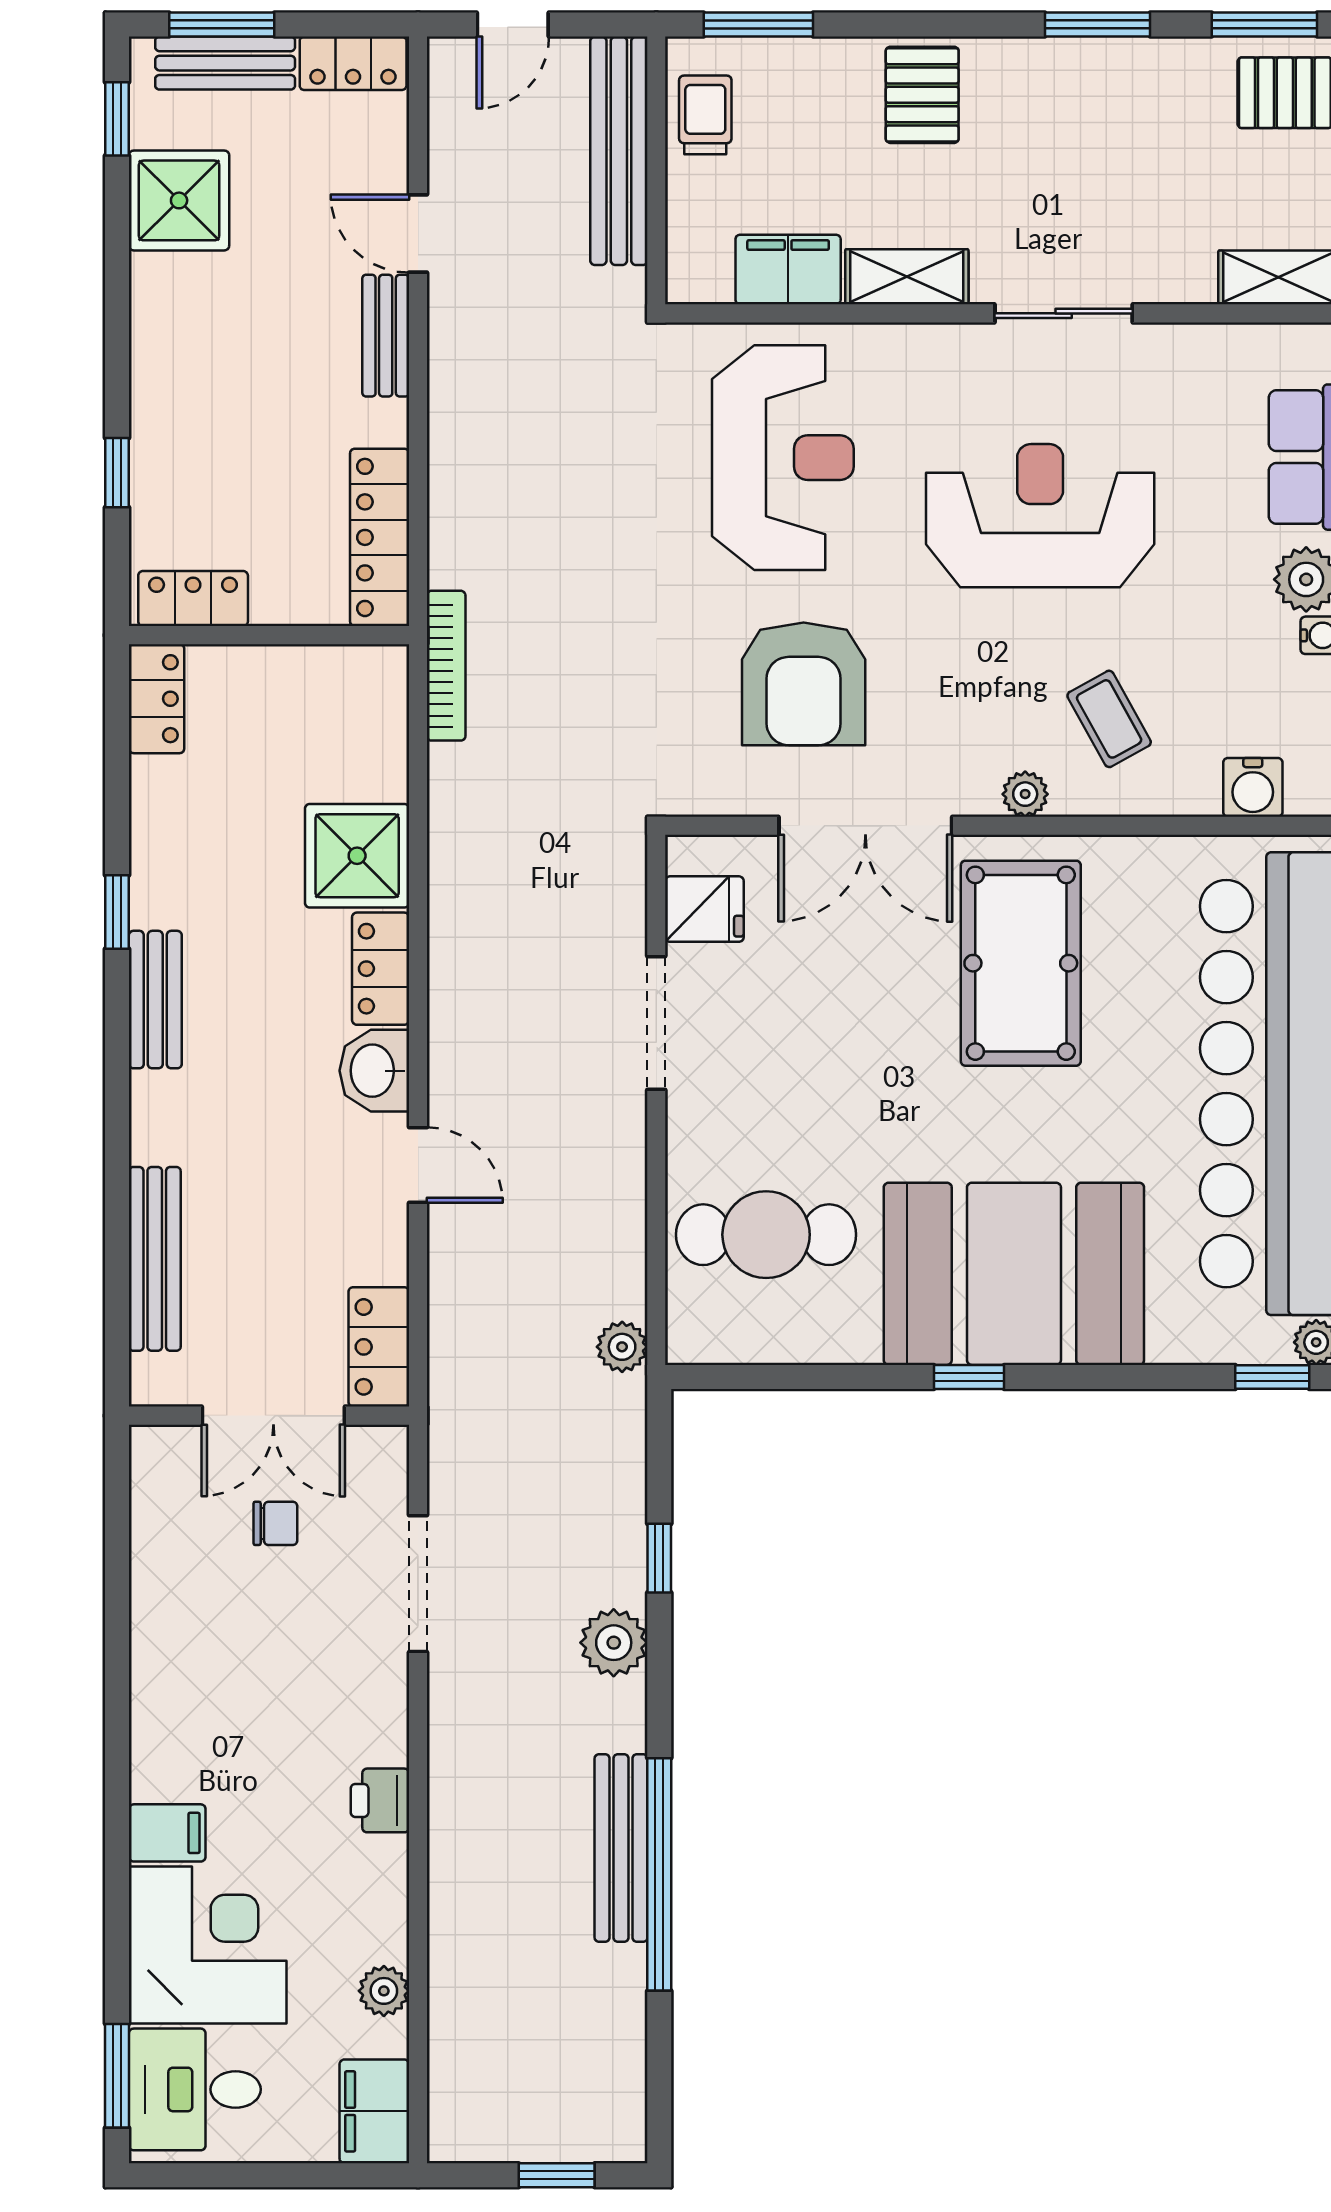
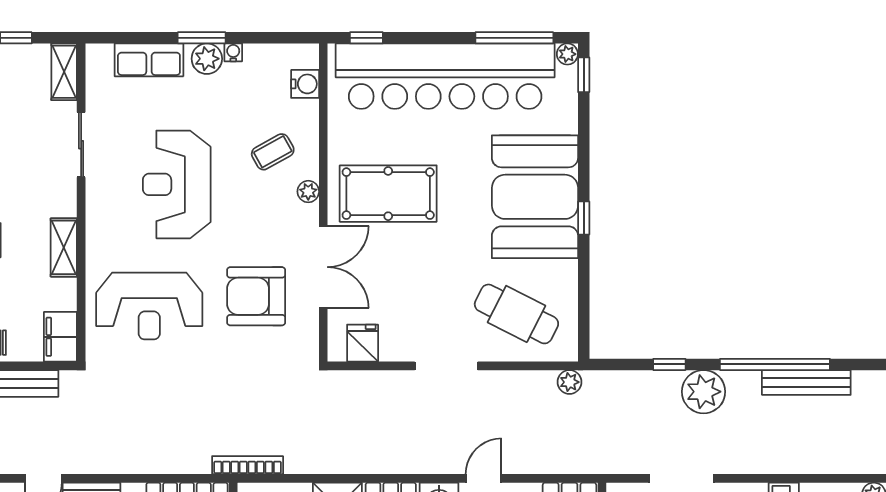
filing cabinet: (788, 270) -> (60, 337), moved
sliding door: (1064, 313) -> (81, 145), moved
reception desk: (783, 458) -> (149, 306), turned 180
armchair: (804, 684) -> (256, 296), turned 180
doorway: (656, 1023) -> (446, 366), moved
cafe table: (766, 1235) -> (516, 314), turned -63
plant: (614, 1643) -> (704, 392), width x1.36, depth x1.36
window: (659, 1874) -> (775, 364), moved

